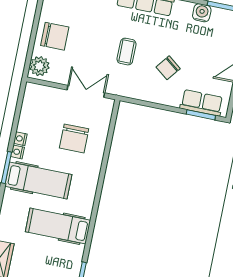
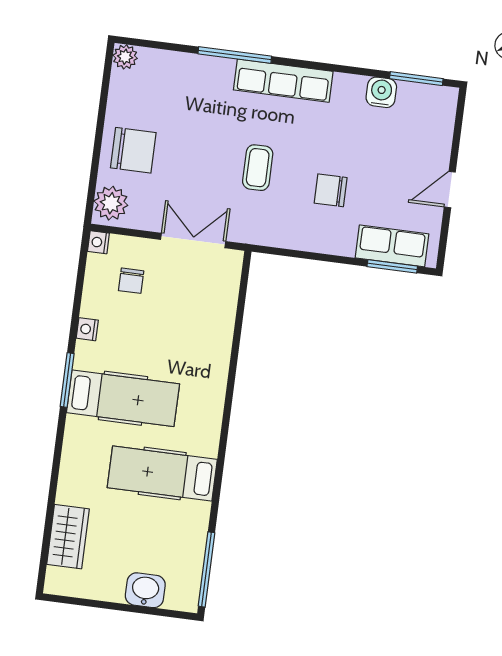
chair: (168, 68) -> (331, 190), turned 52
chair: (74, 138) -> (131, 281), moved, width x0.54, depth x0.54
nightstand: (18, 152) -> (98, 242), moved

